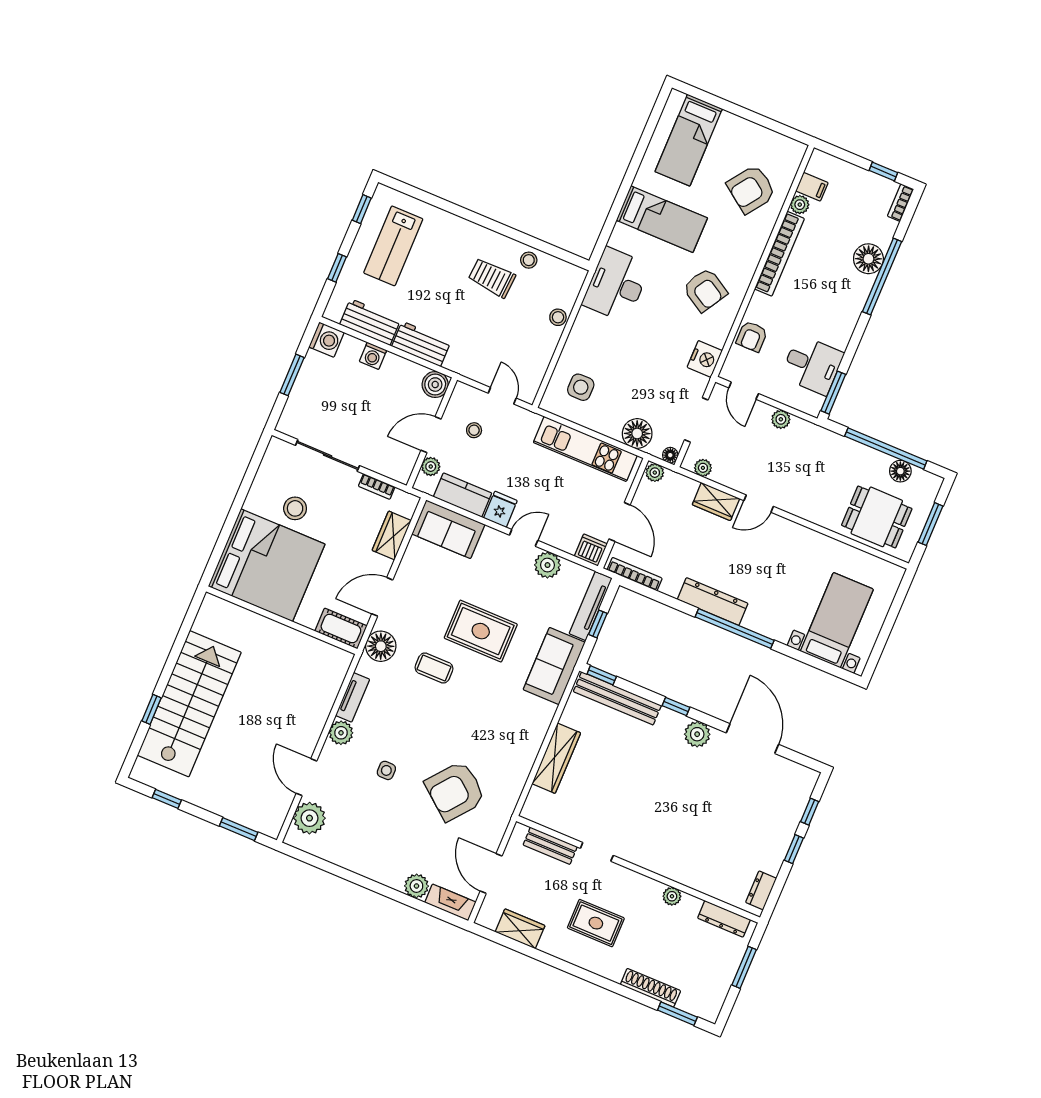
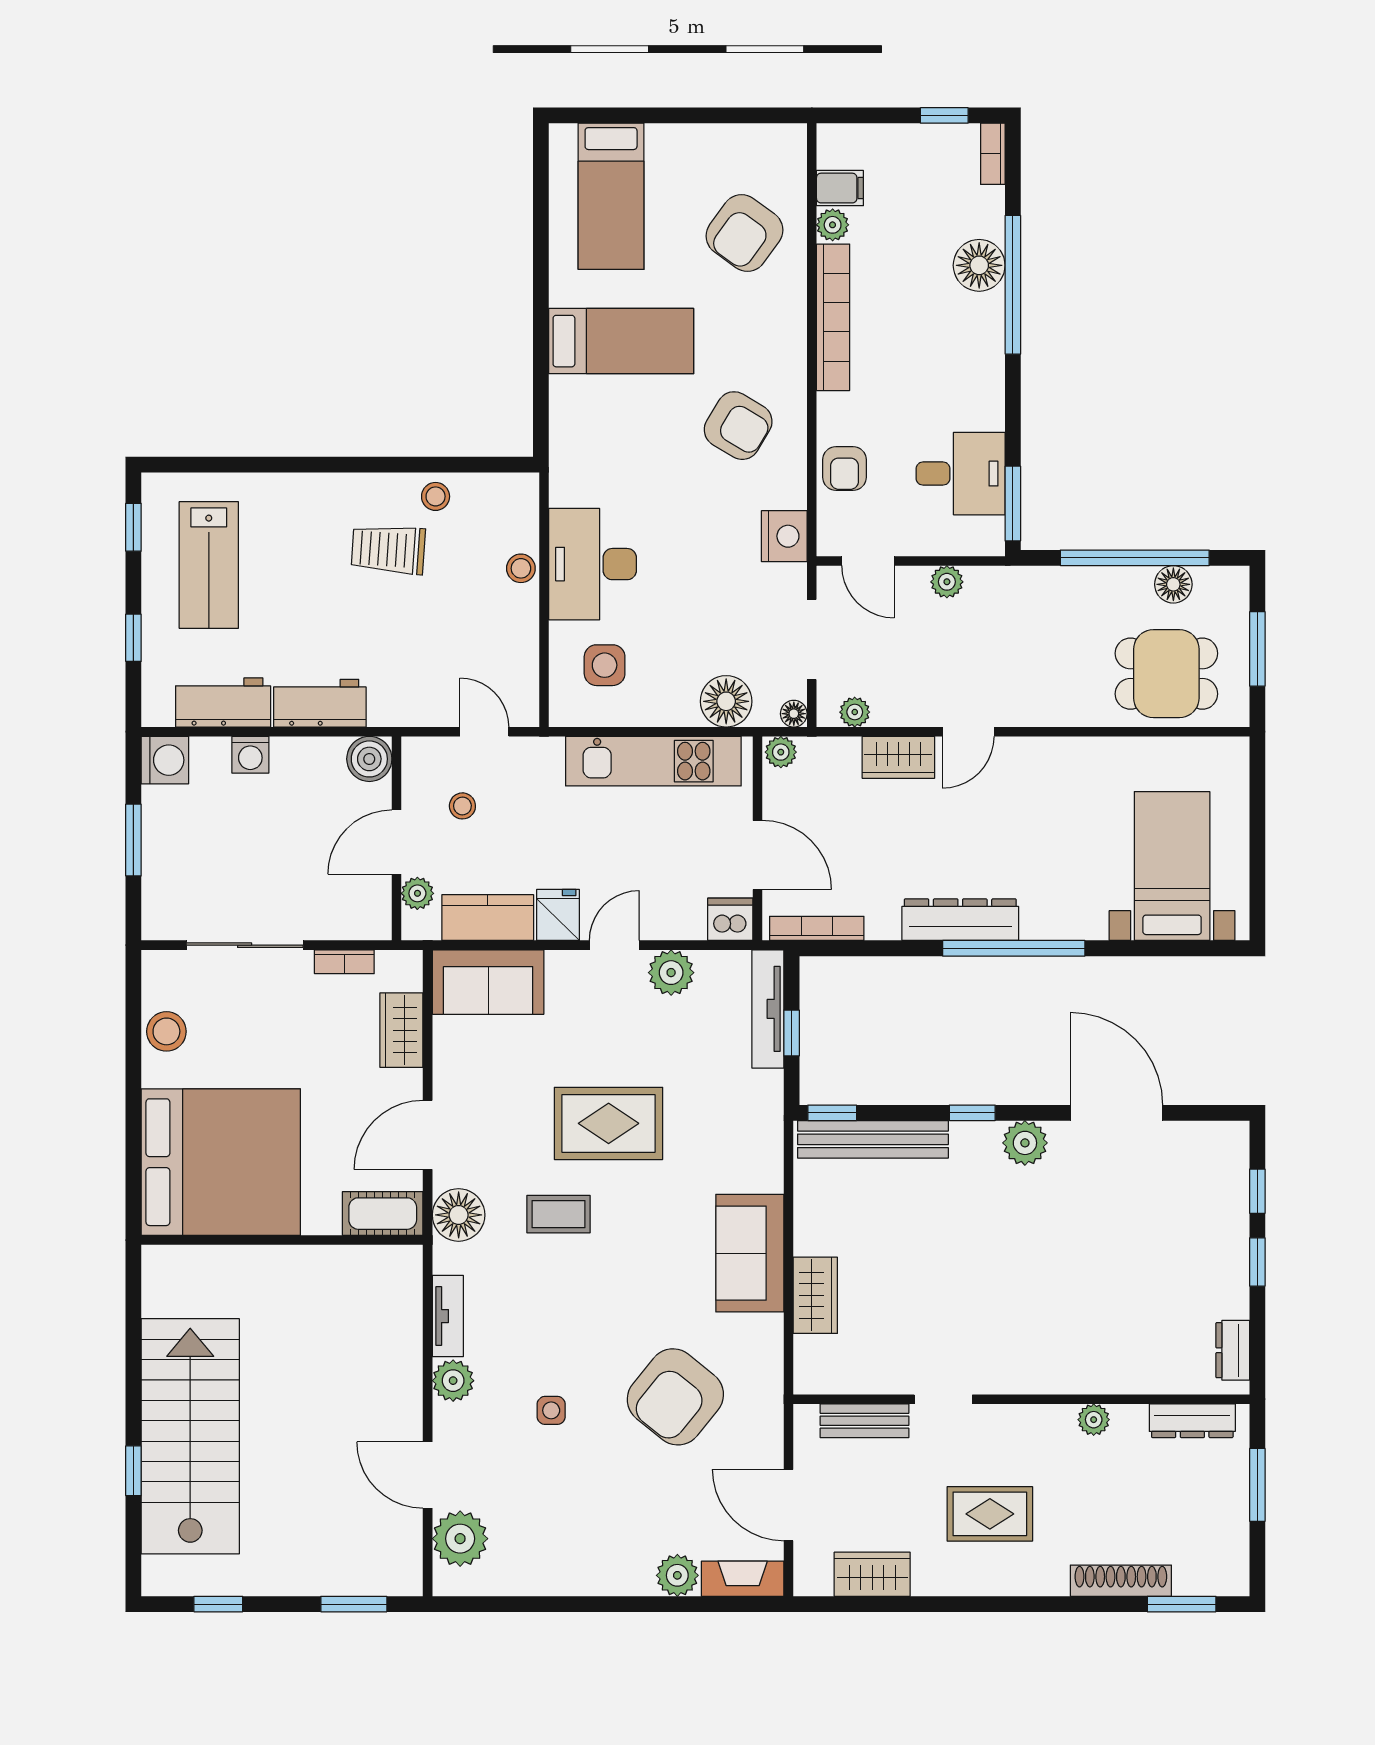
desk: (616, 285) -> (593, 564), moved
stool: (295, 508) -> (166, 1031), moved
sofa: (554, 666) -> (750, 1253), moved
wardrobe: (556, 758) -> (815, 1295), width x0.67

